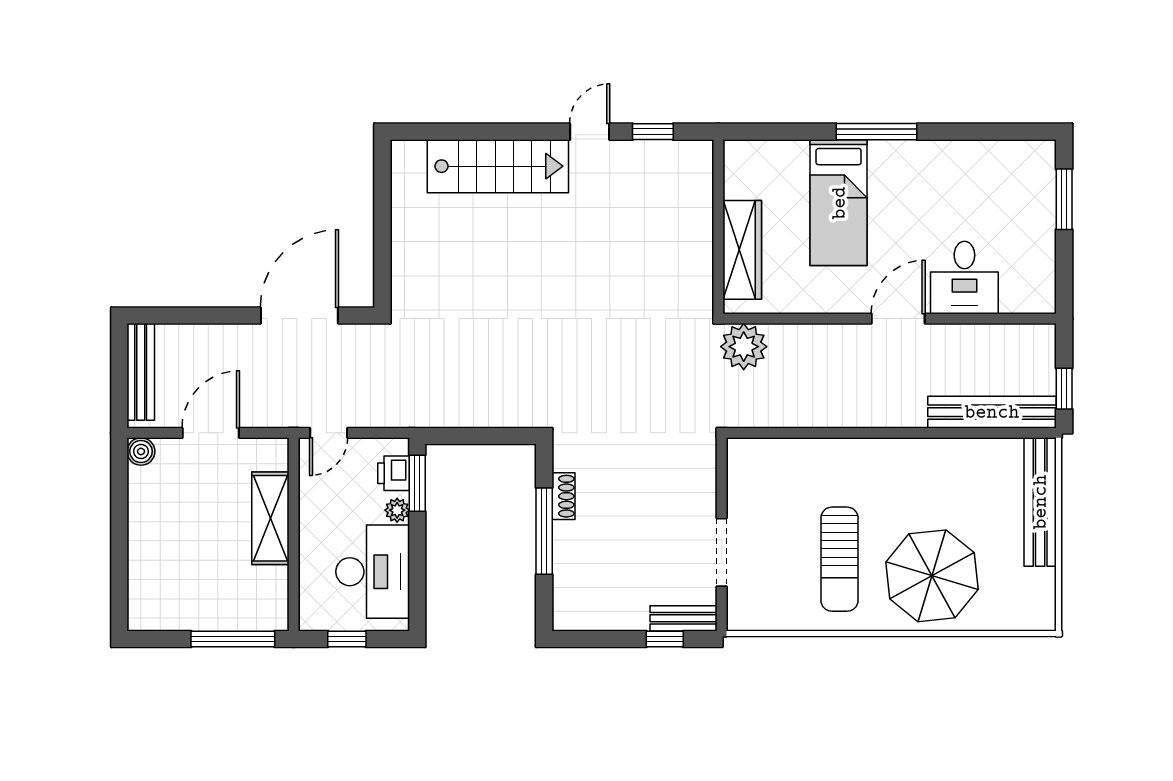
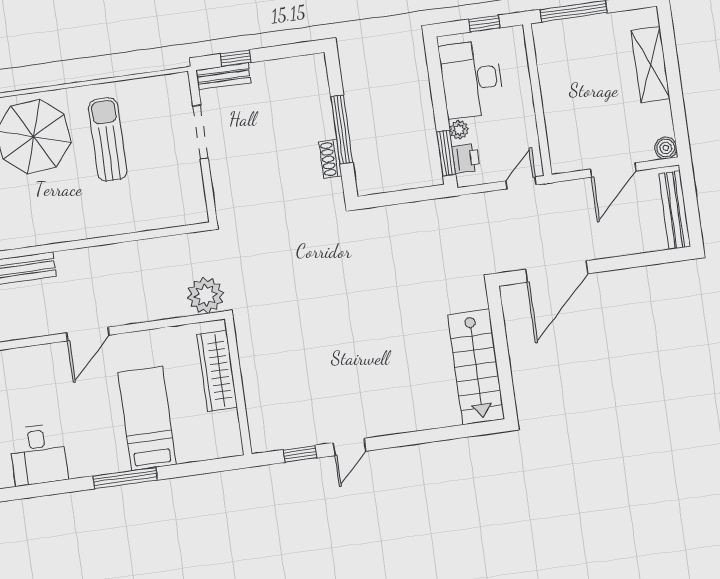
stairs: (498, 166) -> (476, 367), moved, turned -90
desk: (964, 278) -> (38, 455), moved, turned 180
shelving: (270, 518) -> (650, 65), moved

